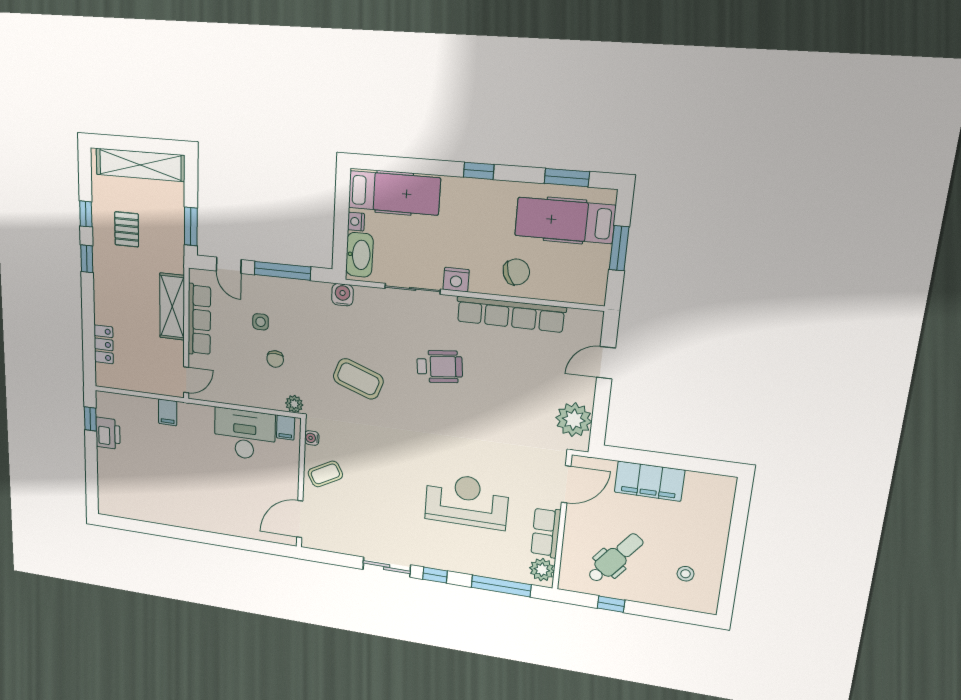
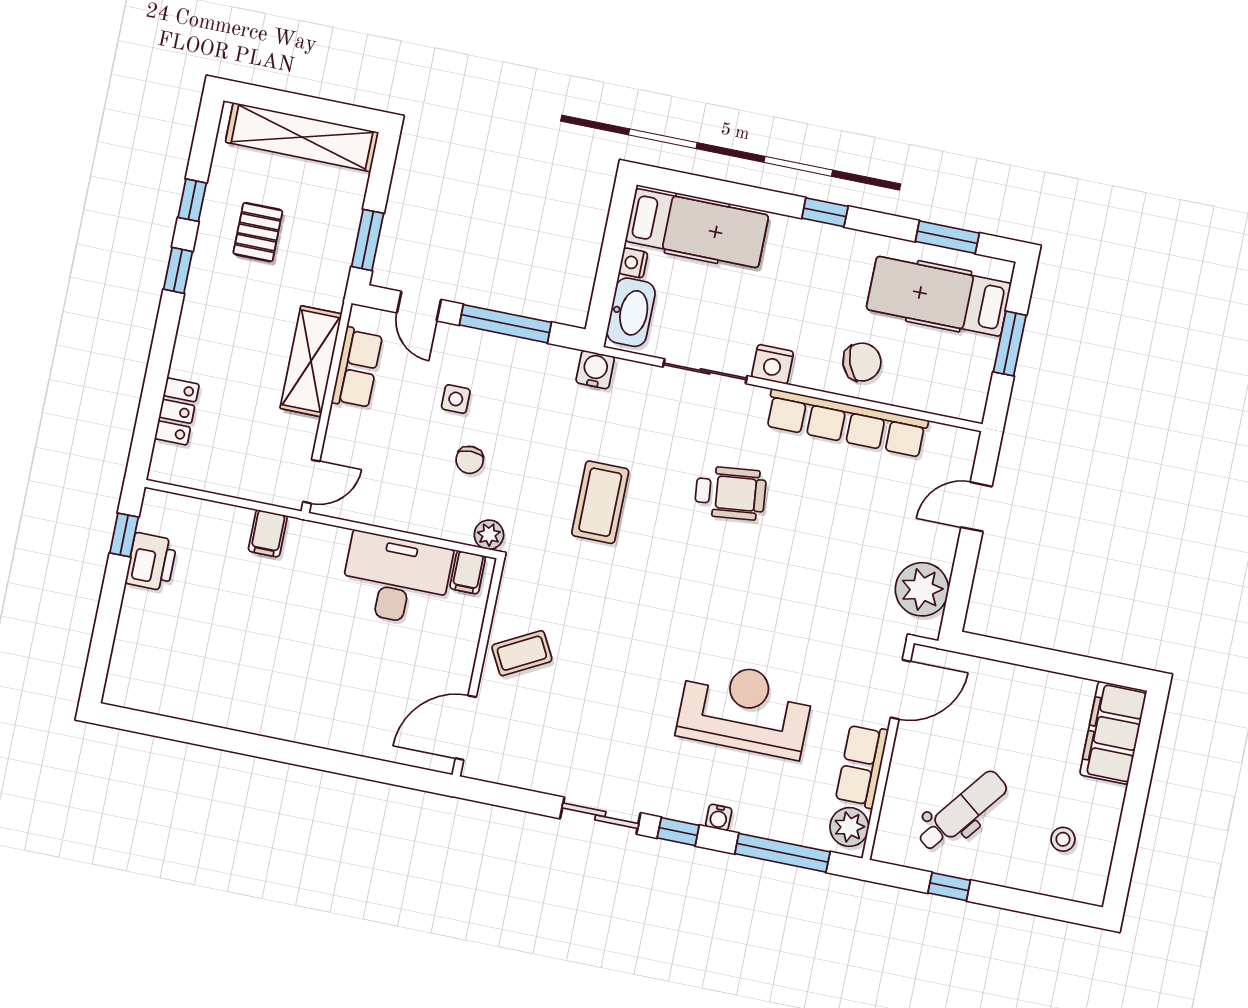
row of seats: (199, 320) -> (357, 368), width x0.68
coffee table: (358, 379) -> (600, 502), turned 70
water cooler: (312, 438) -> (719, 817), moved, turned -90
filing cabinet: (649, 481) -> (1113, 733), moved, turned 90

